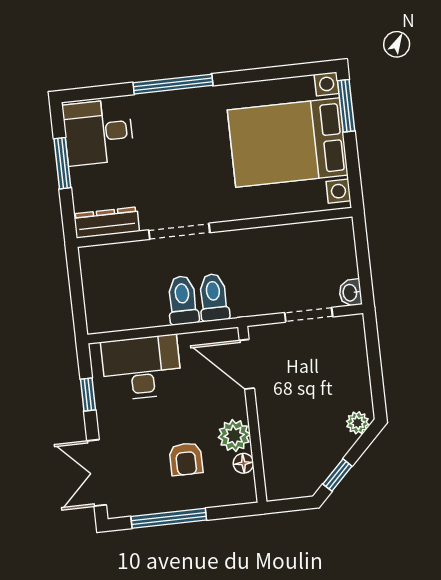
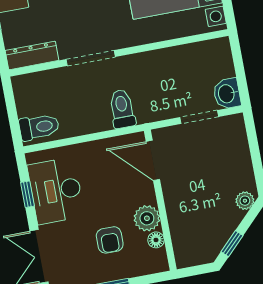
washbasin: (350, 293) -> (227, 94), width x1.38, depth x1.45
toilet: (183, 300) -> (39, 127), moved, turned 90
desk: (141, 368) -> (56, 191), moved, turned -90

